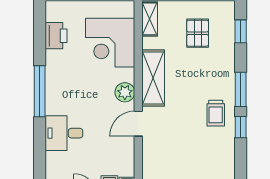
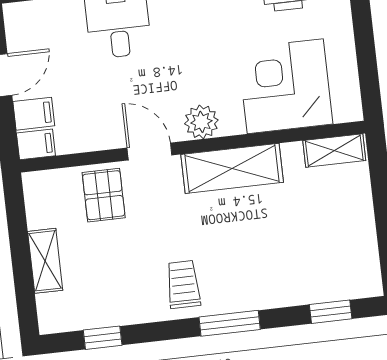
pallet: (198, 33) -> (104, 195), moved, turned 90
trolley: (216, 113) -> (183, 284), turned 90
window: (241, 127) -> (103, 338), moved

